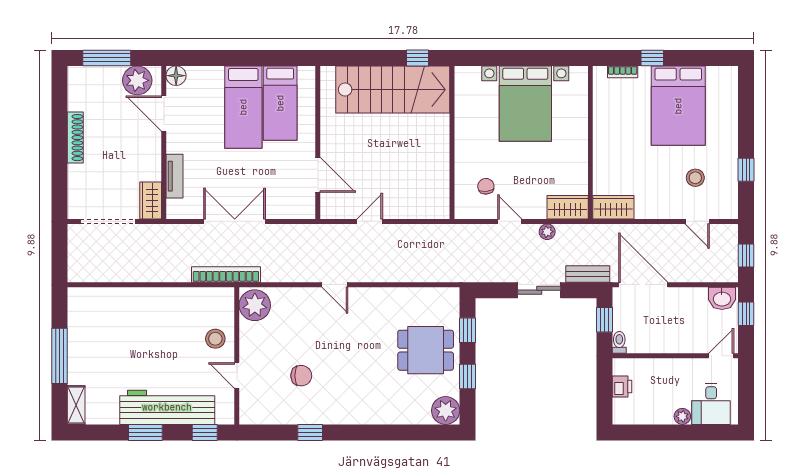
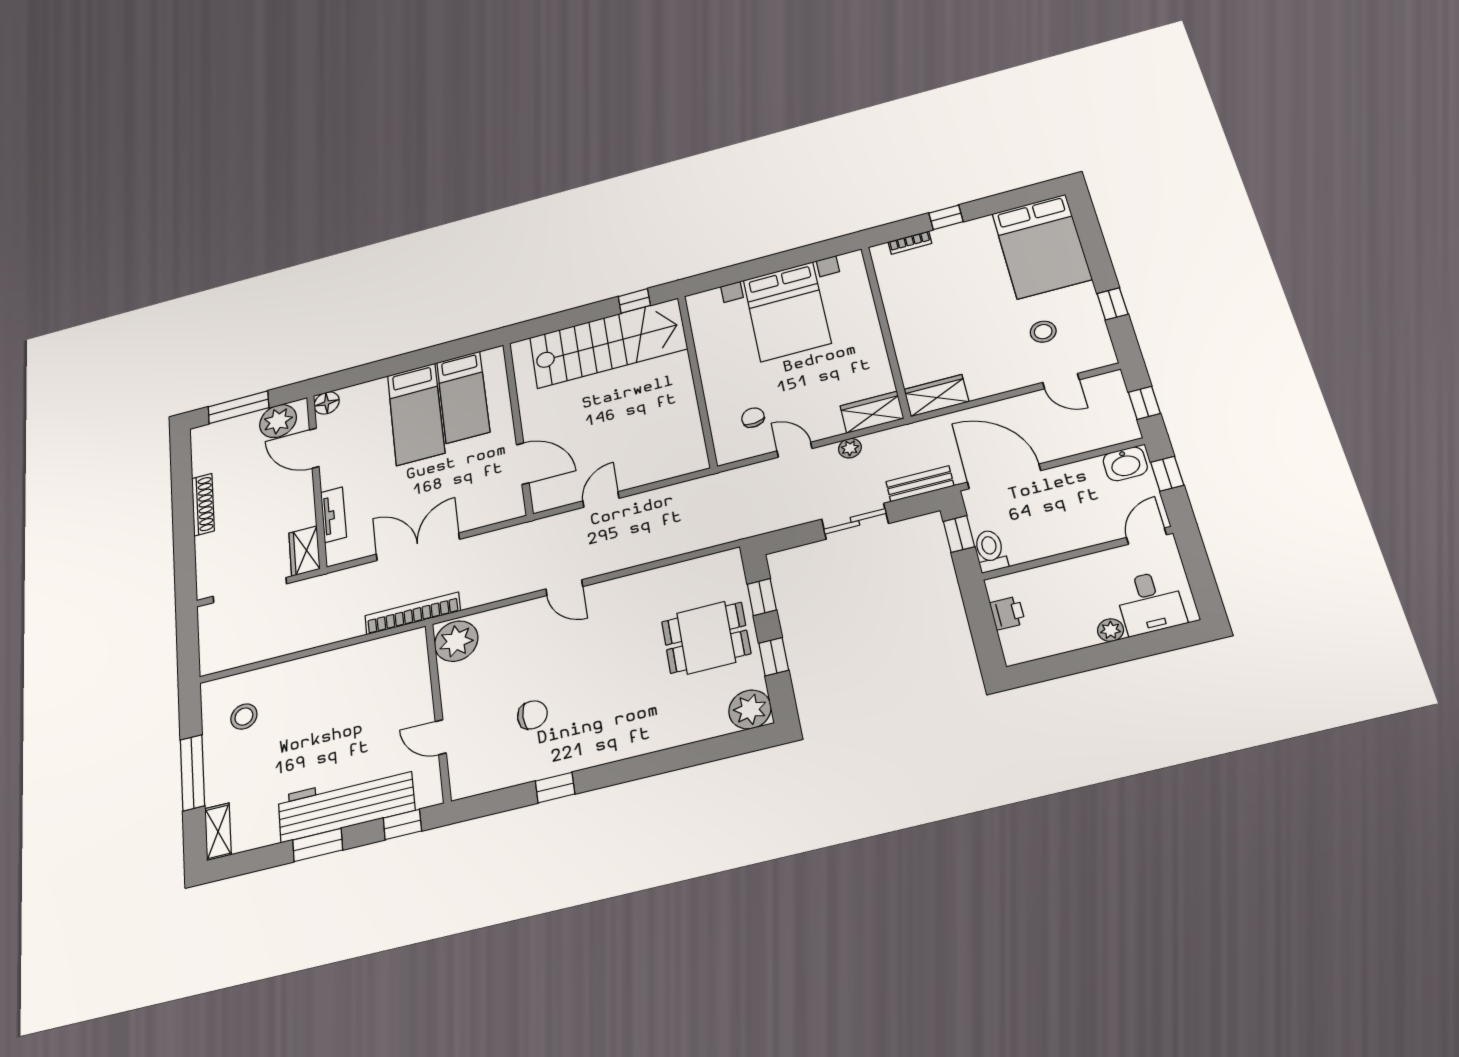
bed: (678, 106) -> (1042, 246), moved
stool: (215, 339) -> (244, 717), moved
toilet: (619, 342) -> (990, 551), width x1.37, depth x1.39

